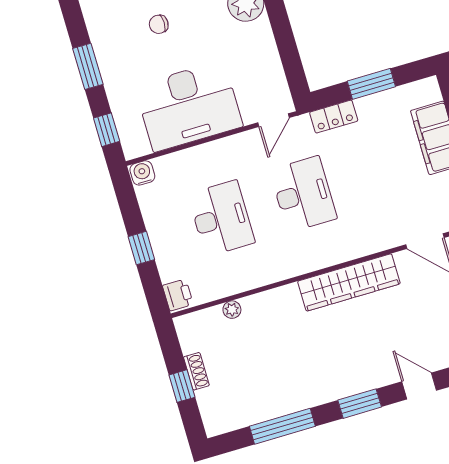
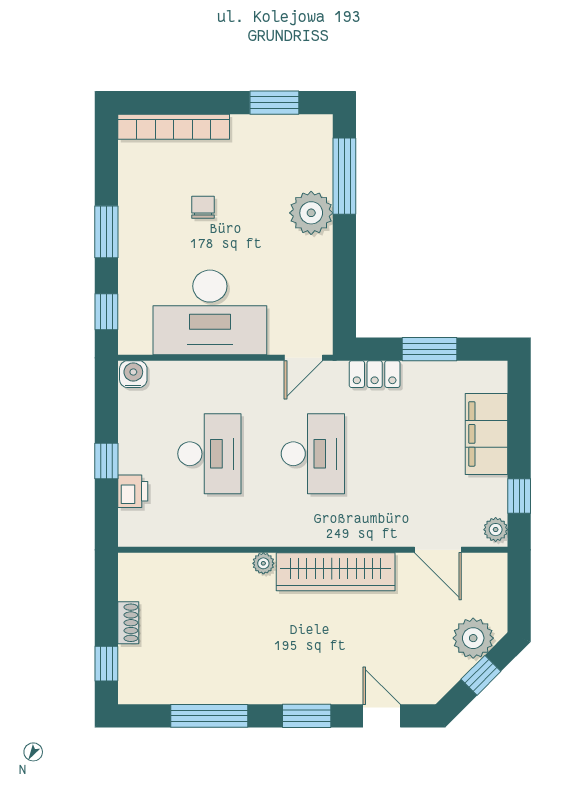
chair: (159, 24) -> (203, 207), turned 90
printer: (178, 295) -> (133, 491), moved
plant: (232, 310) -> (263, 563), moved
window: (182, 386) -> (106, 664), moved

